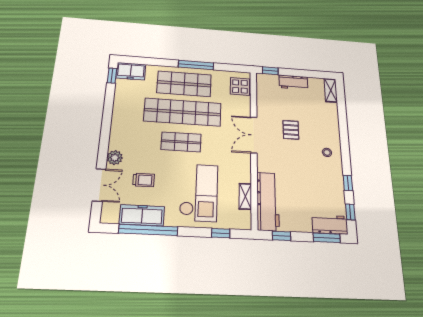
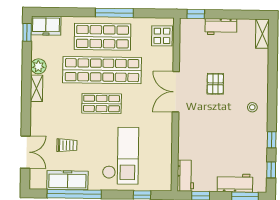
plant: (115, 158) -> (38, 66), moved
shelving: (245, 196) -> (36, 88), moved
workbench: (268, 201) -> (186, 176), width x0.53, depth x0.76
workbench: (330, 224) -> (235, 183), moved

